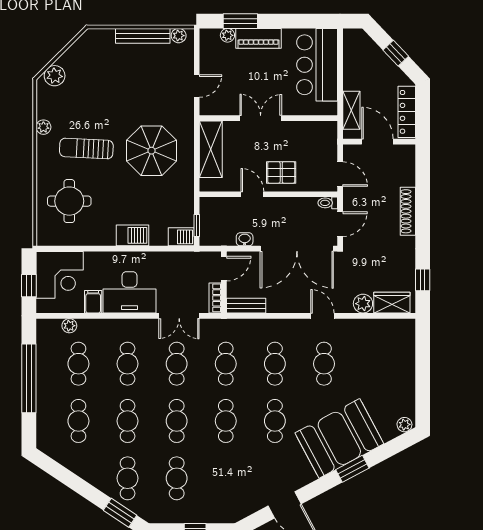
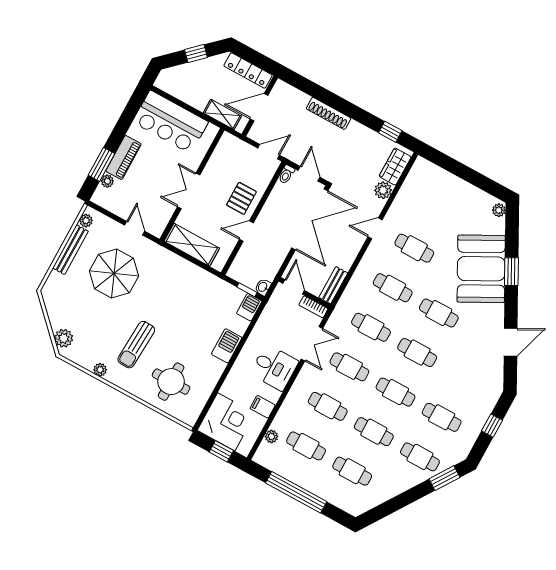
parasol: (152, 151) -> (114, 274), moved
washbasin: (245, 239) -> (263, 287), moved
desk: (130, 292) -> (274, 368), width x0.73

